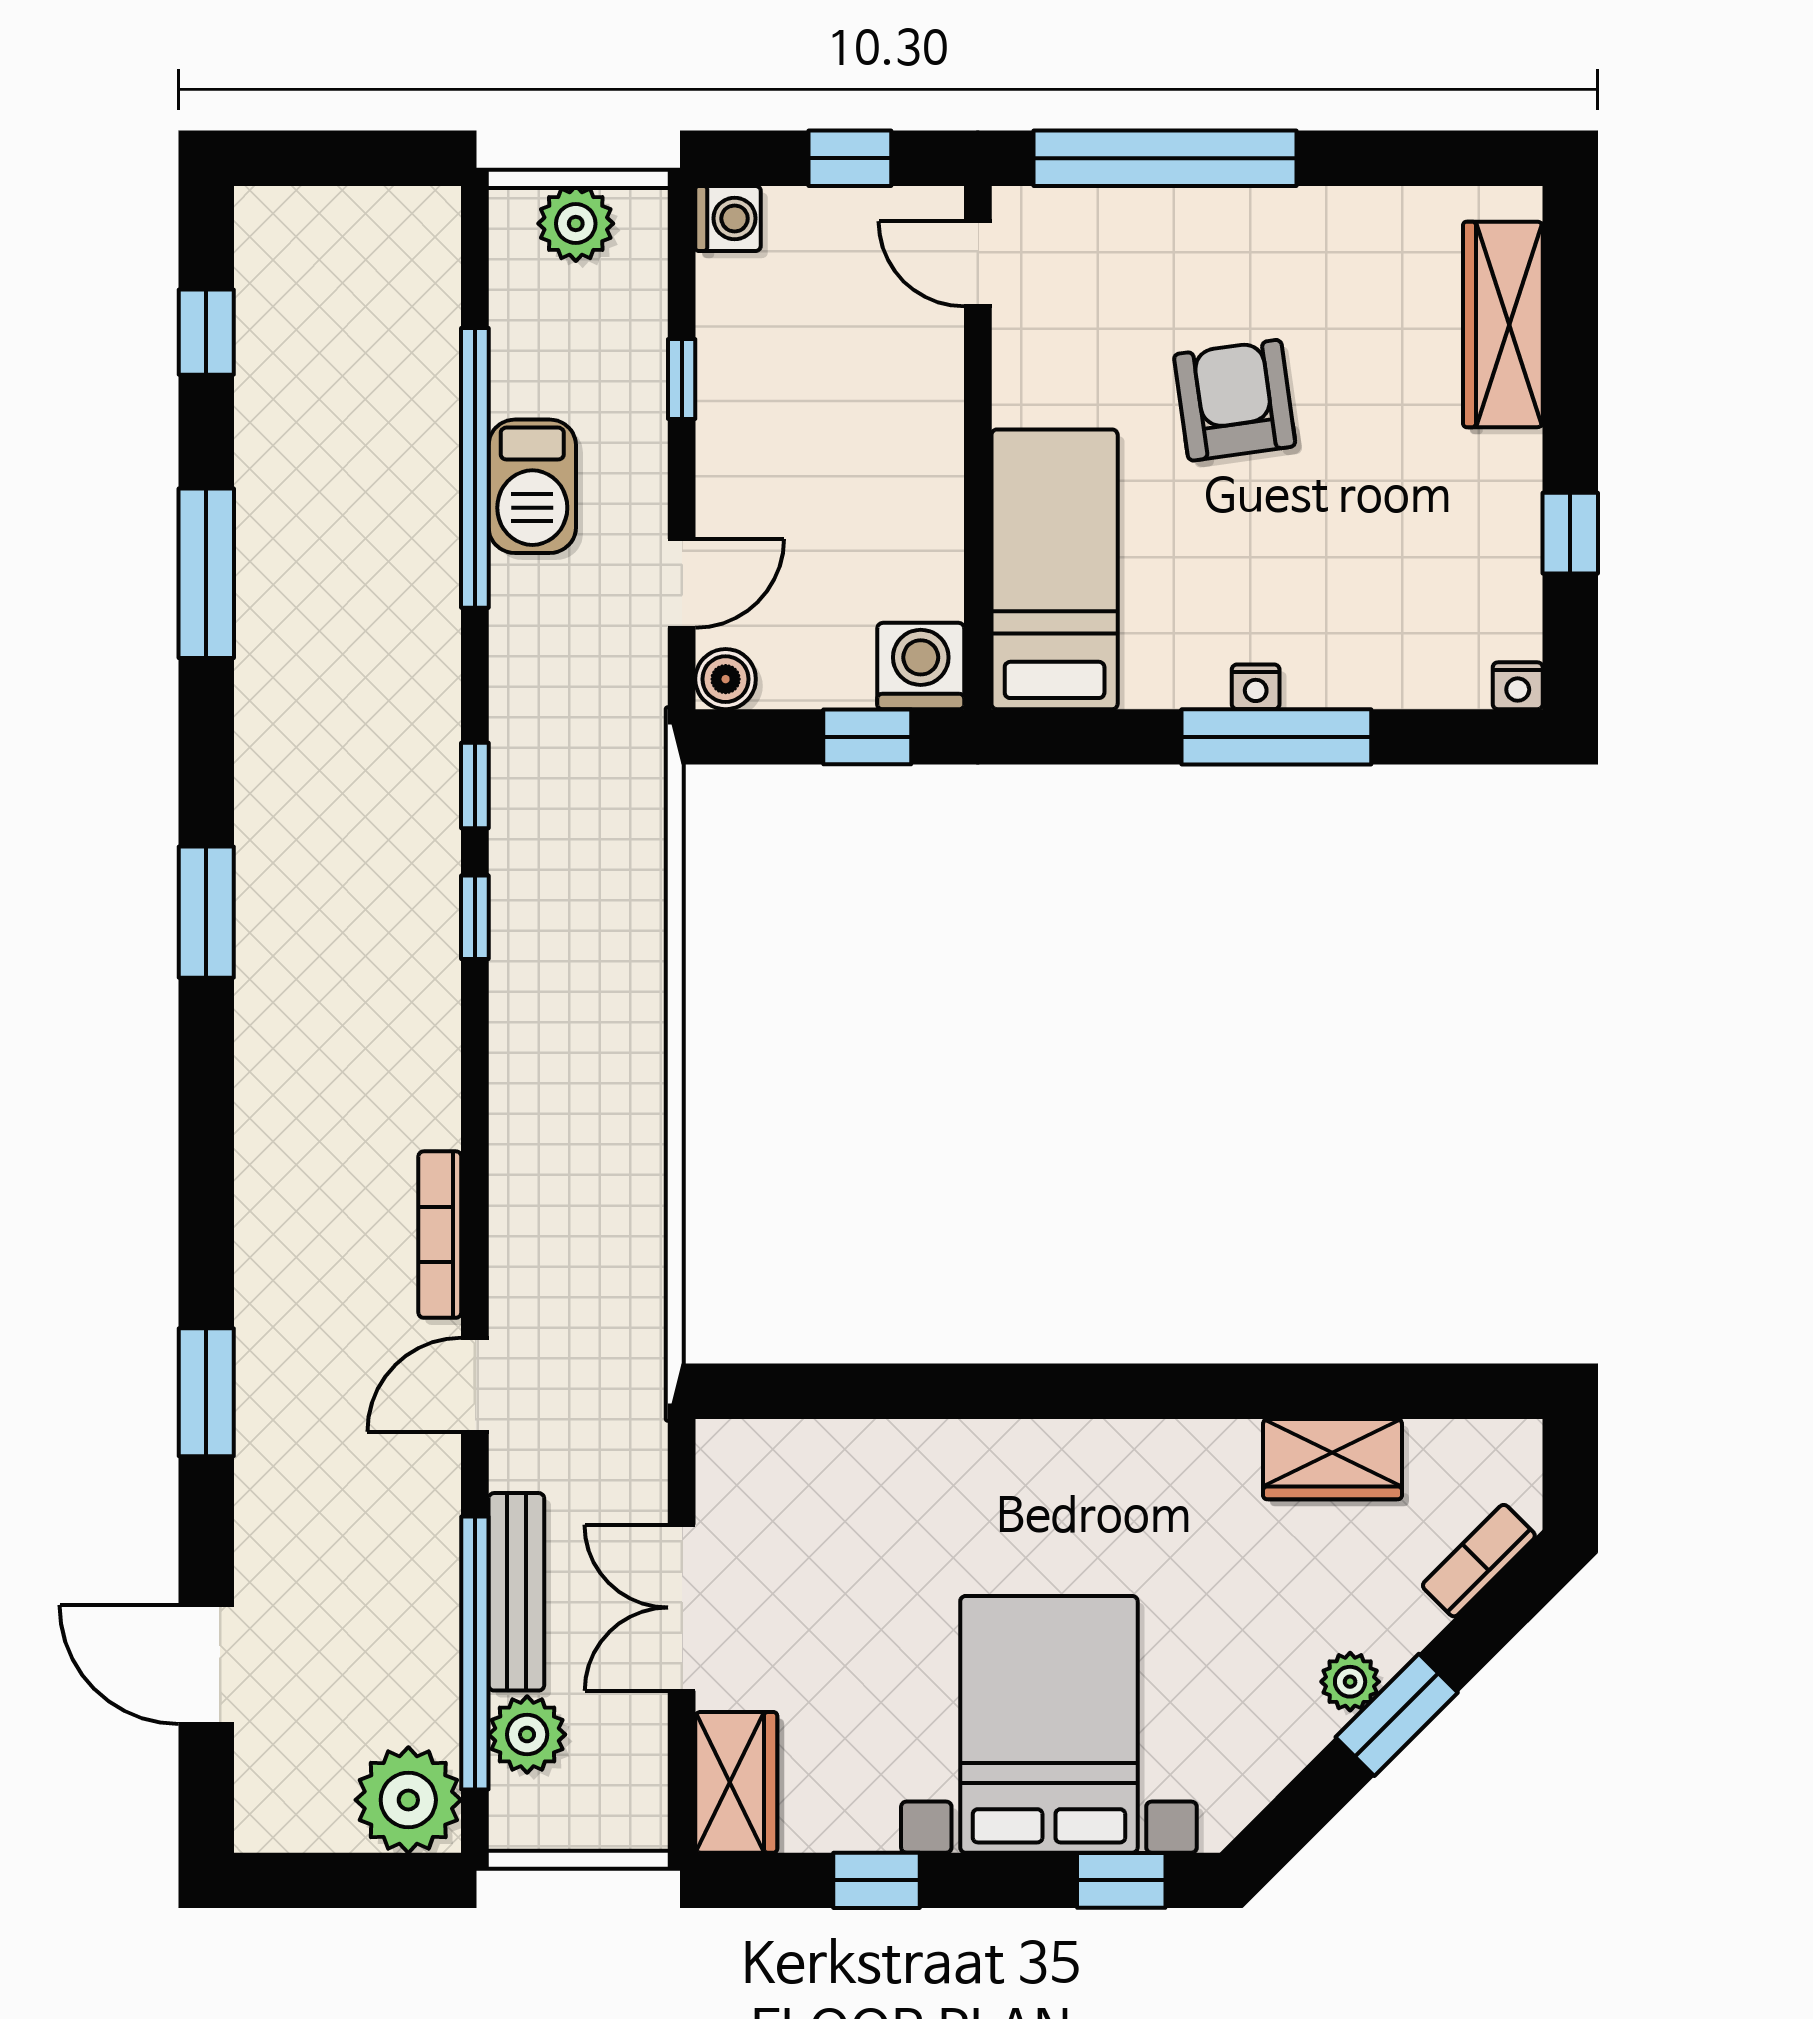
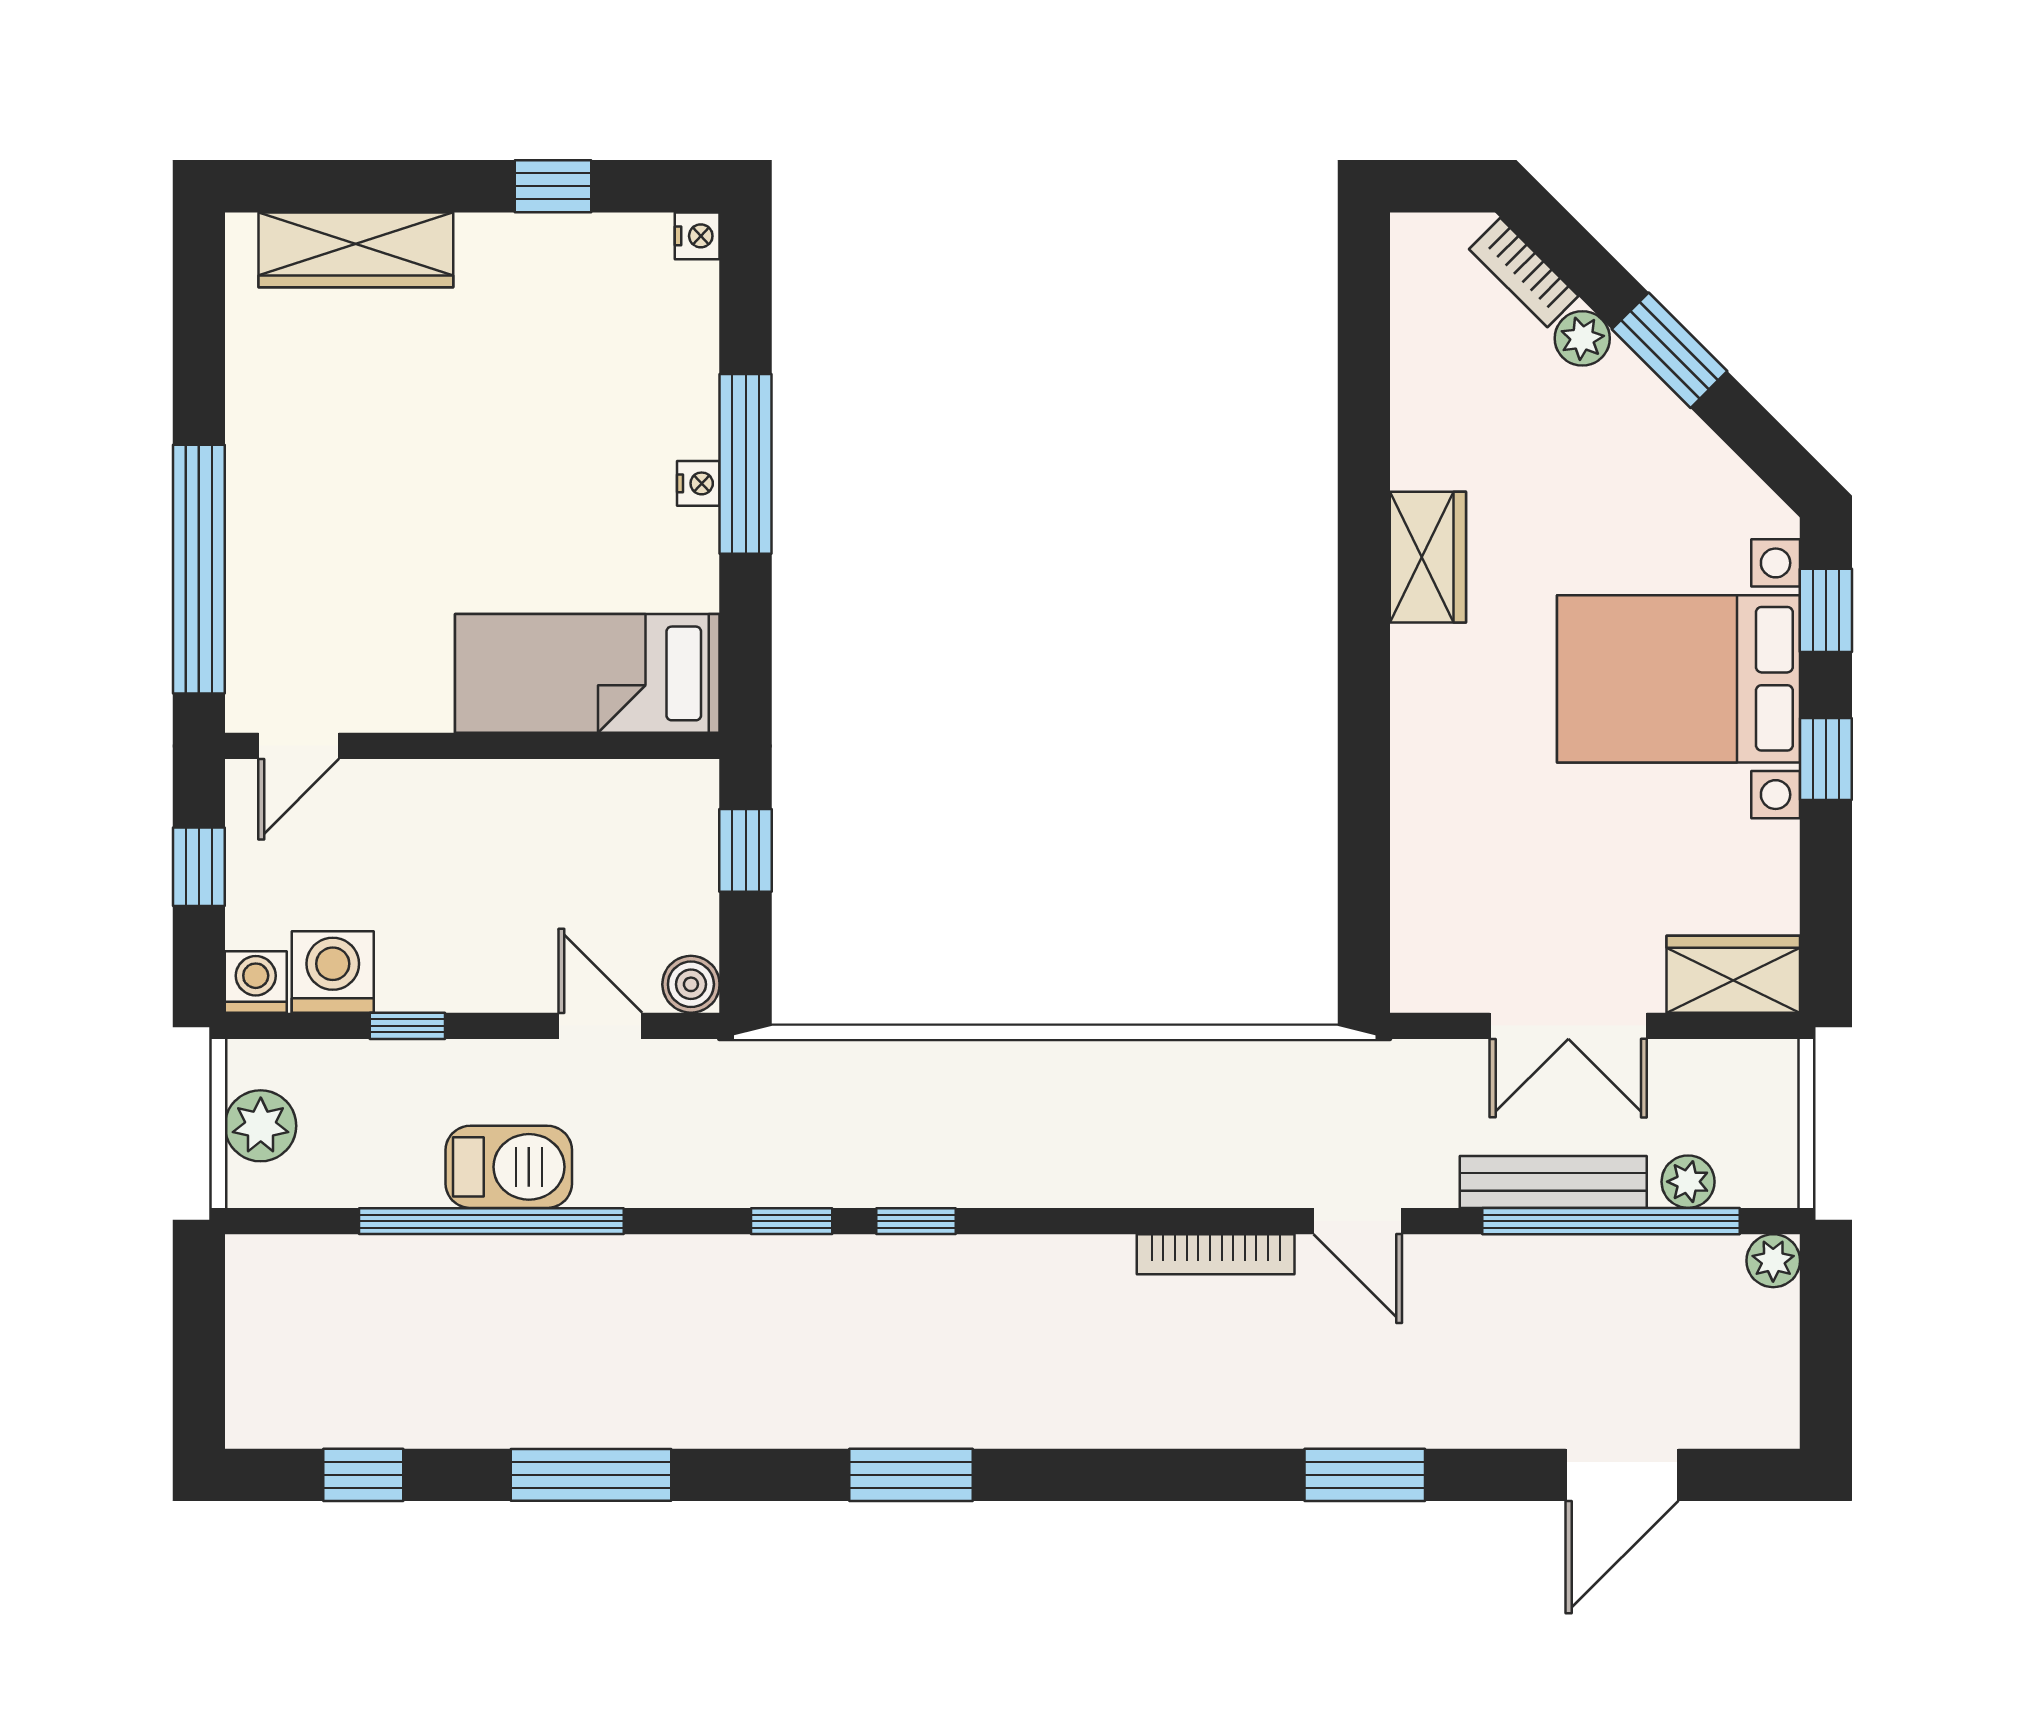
armchair: (1235, 400) -> (428, 503), removed
washing machine: (921, 666) -> (333, 972), moved, turned 90
wardrobe: (1333, 1459) -> (1428, 557), moved
plant: (1350, 1682) -> (1582, 338), moved
plant: (527, 1734) -> (1688, 1182), width x0.73, depth x0.73
plant: (408, 1800) -> (1773, 1261), width x0.53, depth x0.53
window: (877, 1880) -> (1826, 759), moved

